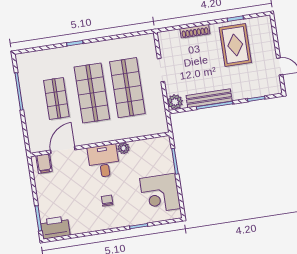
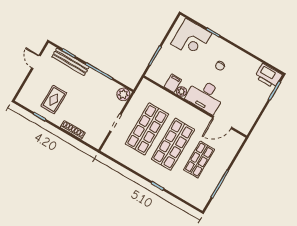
rug: (235, 45) -> (54, 100), width x0.73, depth x0.70
bench: (209, 98) -> (70, 62), moved
desk: (104, 161) -> (205, 96), width x1.37
filing cabinet: (44, 164) -> (173, 83), moved
corner desk: (160, 193) -> (191, 39), moved, turned 90

